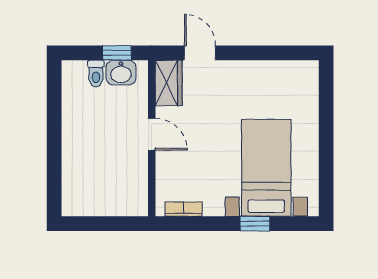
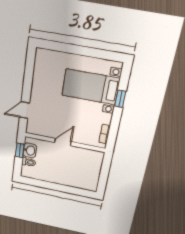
wardrobe: (169, 83) -> (38, 129), removed

